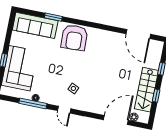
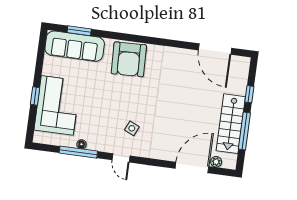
window: (53, 17) -> (79, 31), moved
window: (156, 96) -> (244, 131), width x2.17

